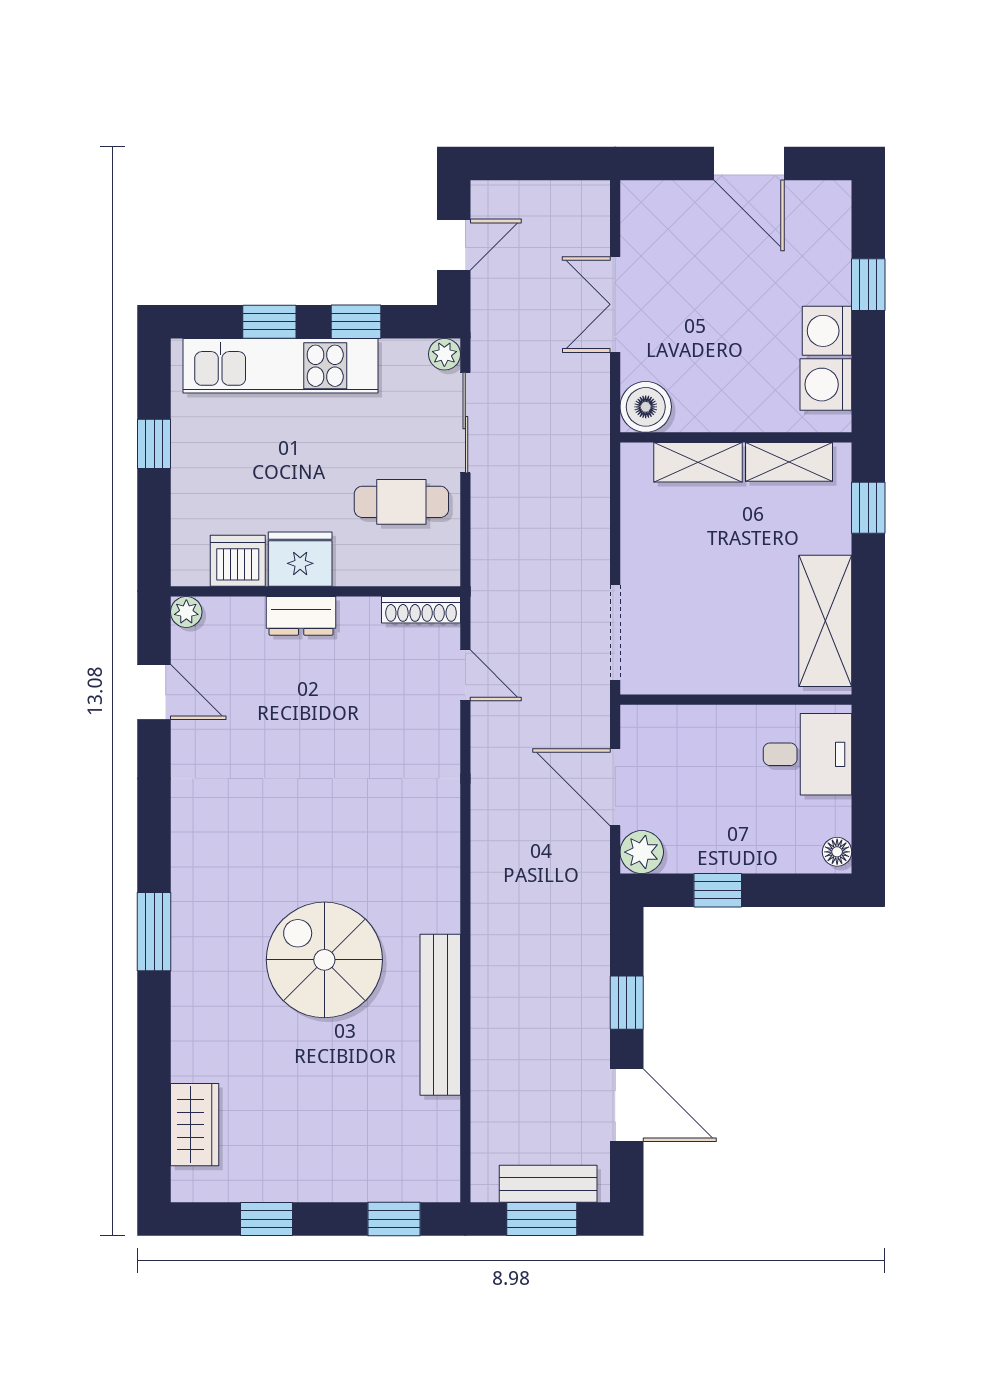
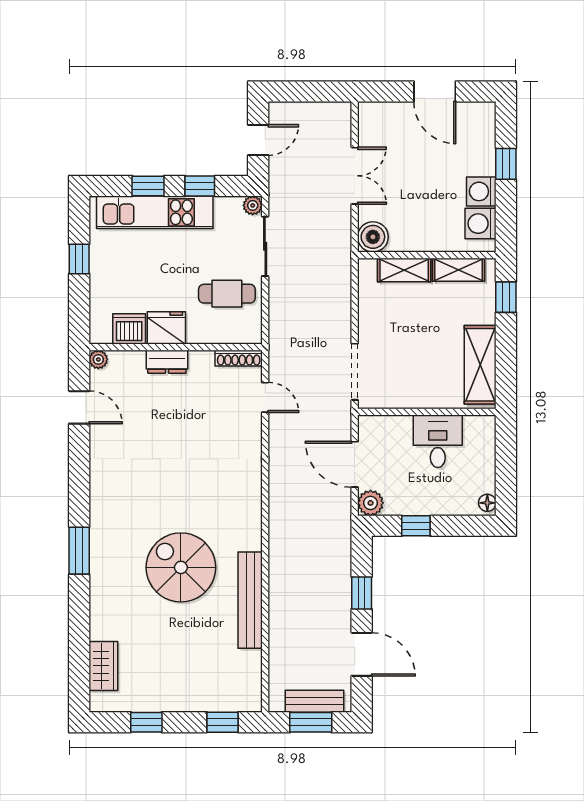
double door: (615, 304) -> (355, 176), swing flipped
desk: (807, 754) -> (438, 441), moved, turned -90

